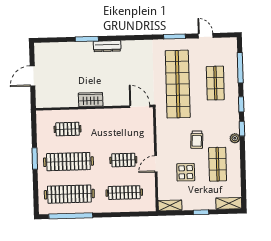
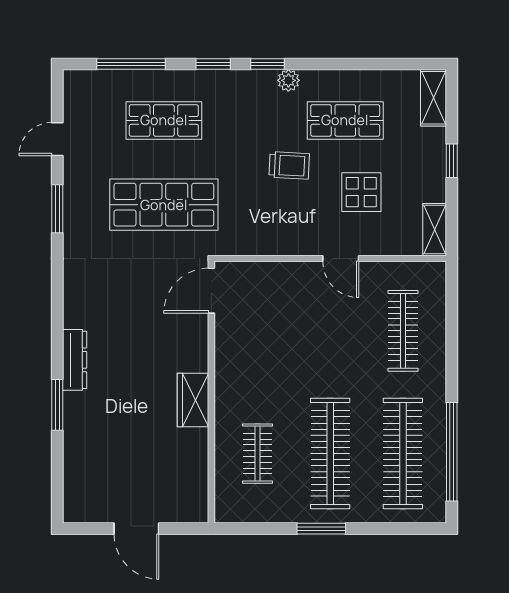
shop shelf: (178, 84) -> (164, 205), width x0.71
clothes rail: (123, 160) -> (330, 331), removed

